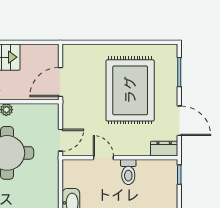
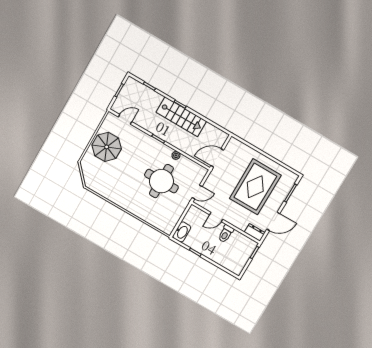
door: (179, 121) -> (273, 221), hinge flipped
door: (103, 158) -> (216, 217), swing flipped

